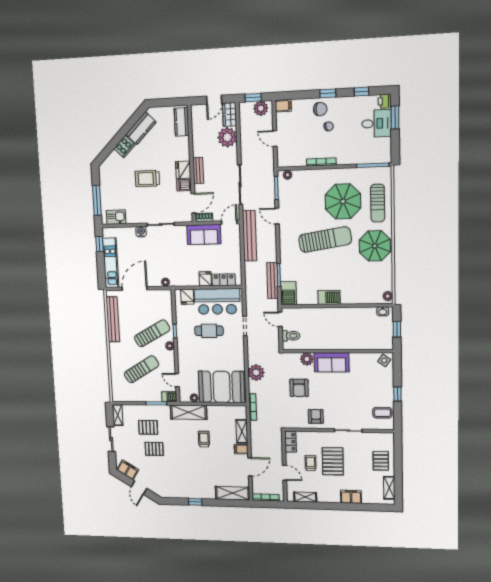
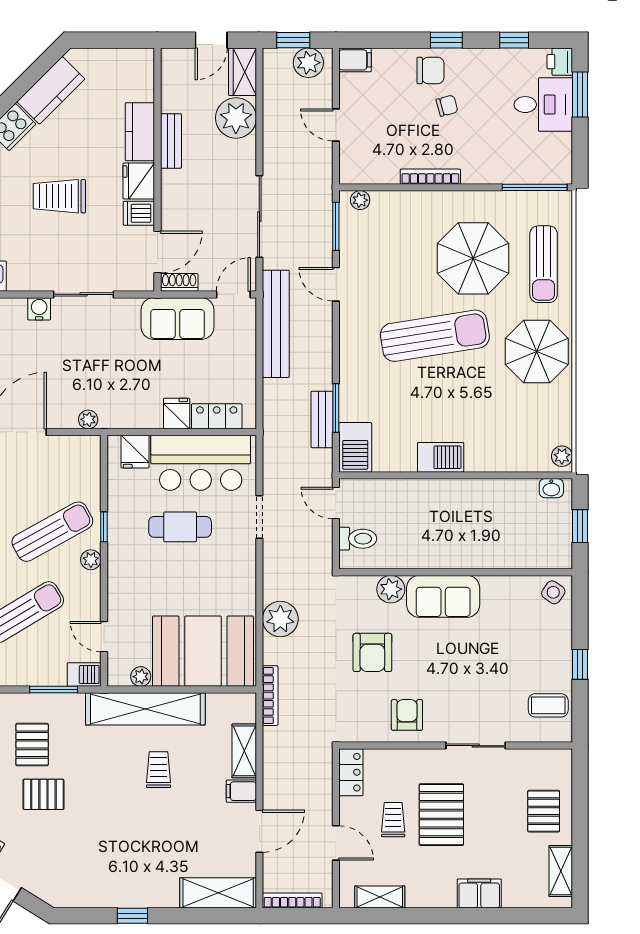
kitchen counter: (182, 122) -> (140, 132), moved
bench: (198, 170) -> (171, 141), moved
bench: (272, 280) -> (322, 419), width x0.73
shelving: (189, 412) -> (145, 709), width x1.47
pallet: (148, 427) -> (32, 745), turned 90

